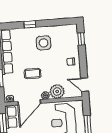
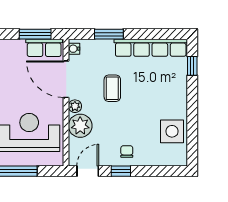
window: (30, 24) -> (192, 66), moved
window: (81, 39) -> (121, 171), moved
side table: (44, 43) -> (172, 131), moved

